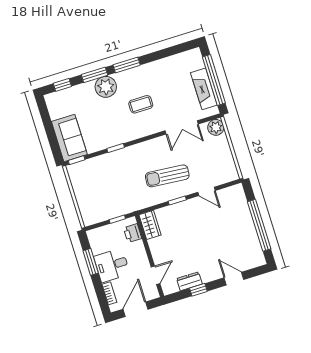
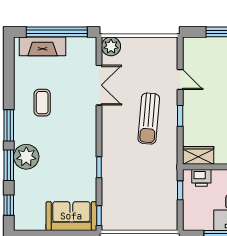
fireplace: (204, 89) -> (43, 46), moved
coffee table: (141, 104) -> (42, 103), moved
door: (206, 191) -> (180, 80), hinge flipped

